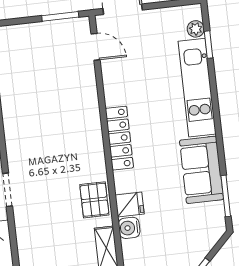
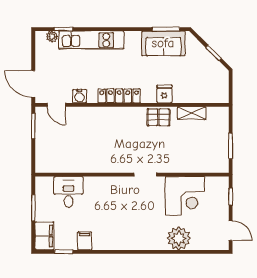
door: (96, 47) -> (56, 105), swing flipped
sofa: (201, 170) -> (163, 43), moved
water cooler: (129, 228) -> (79, 96), moved

